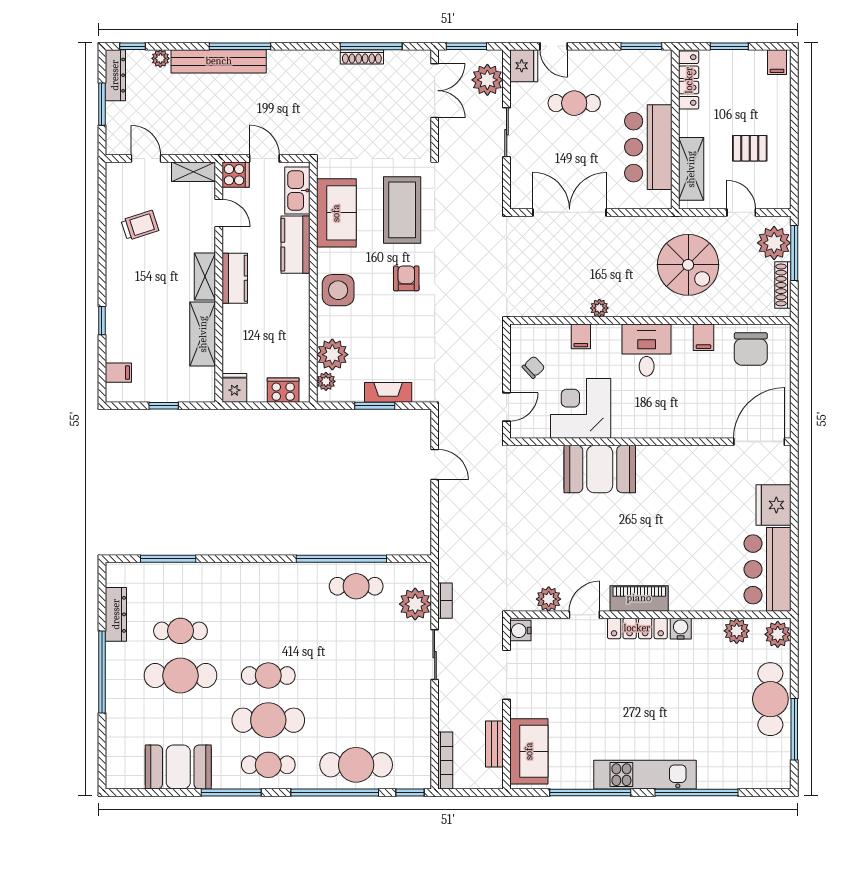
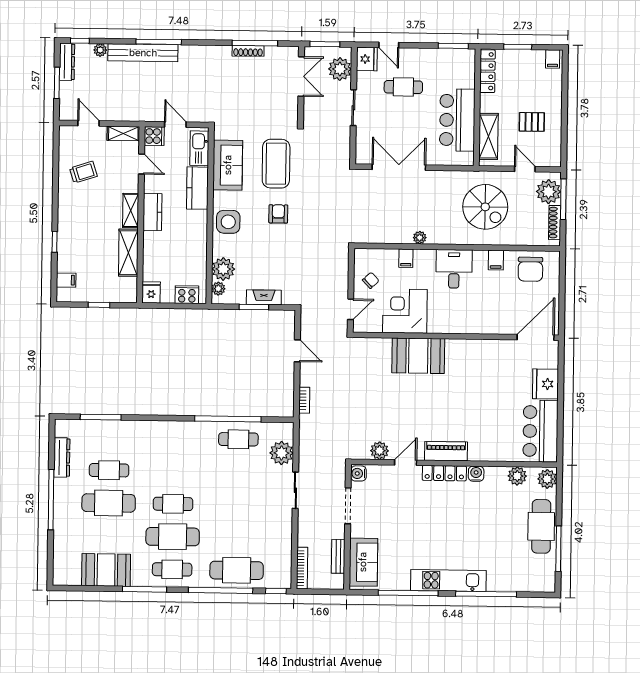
bookcase: (445, 601) -> (304, 400), moved

